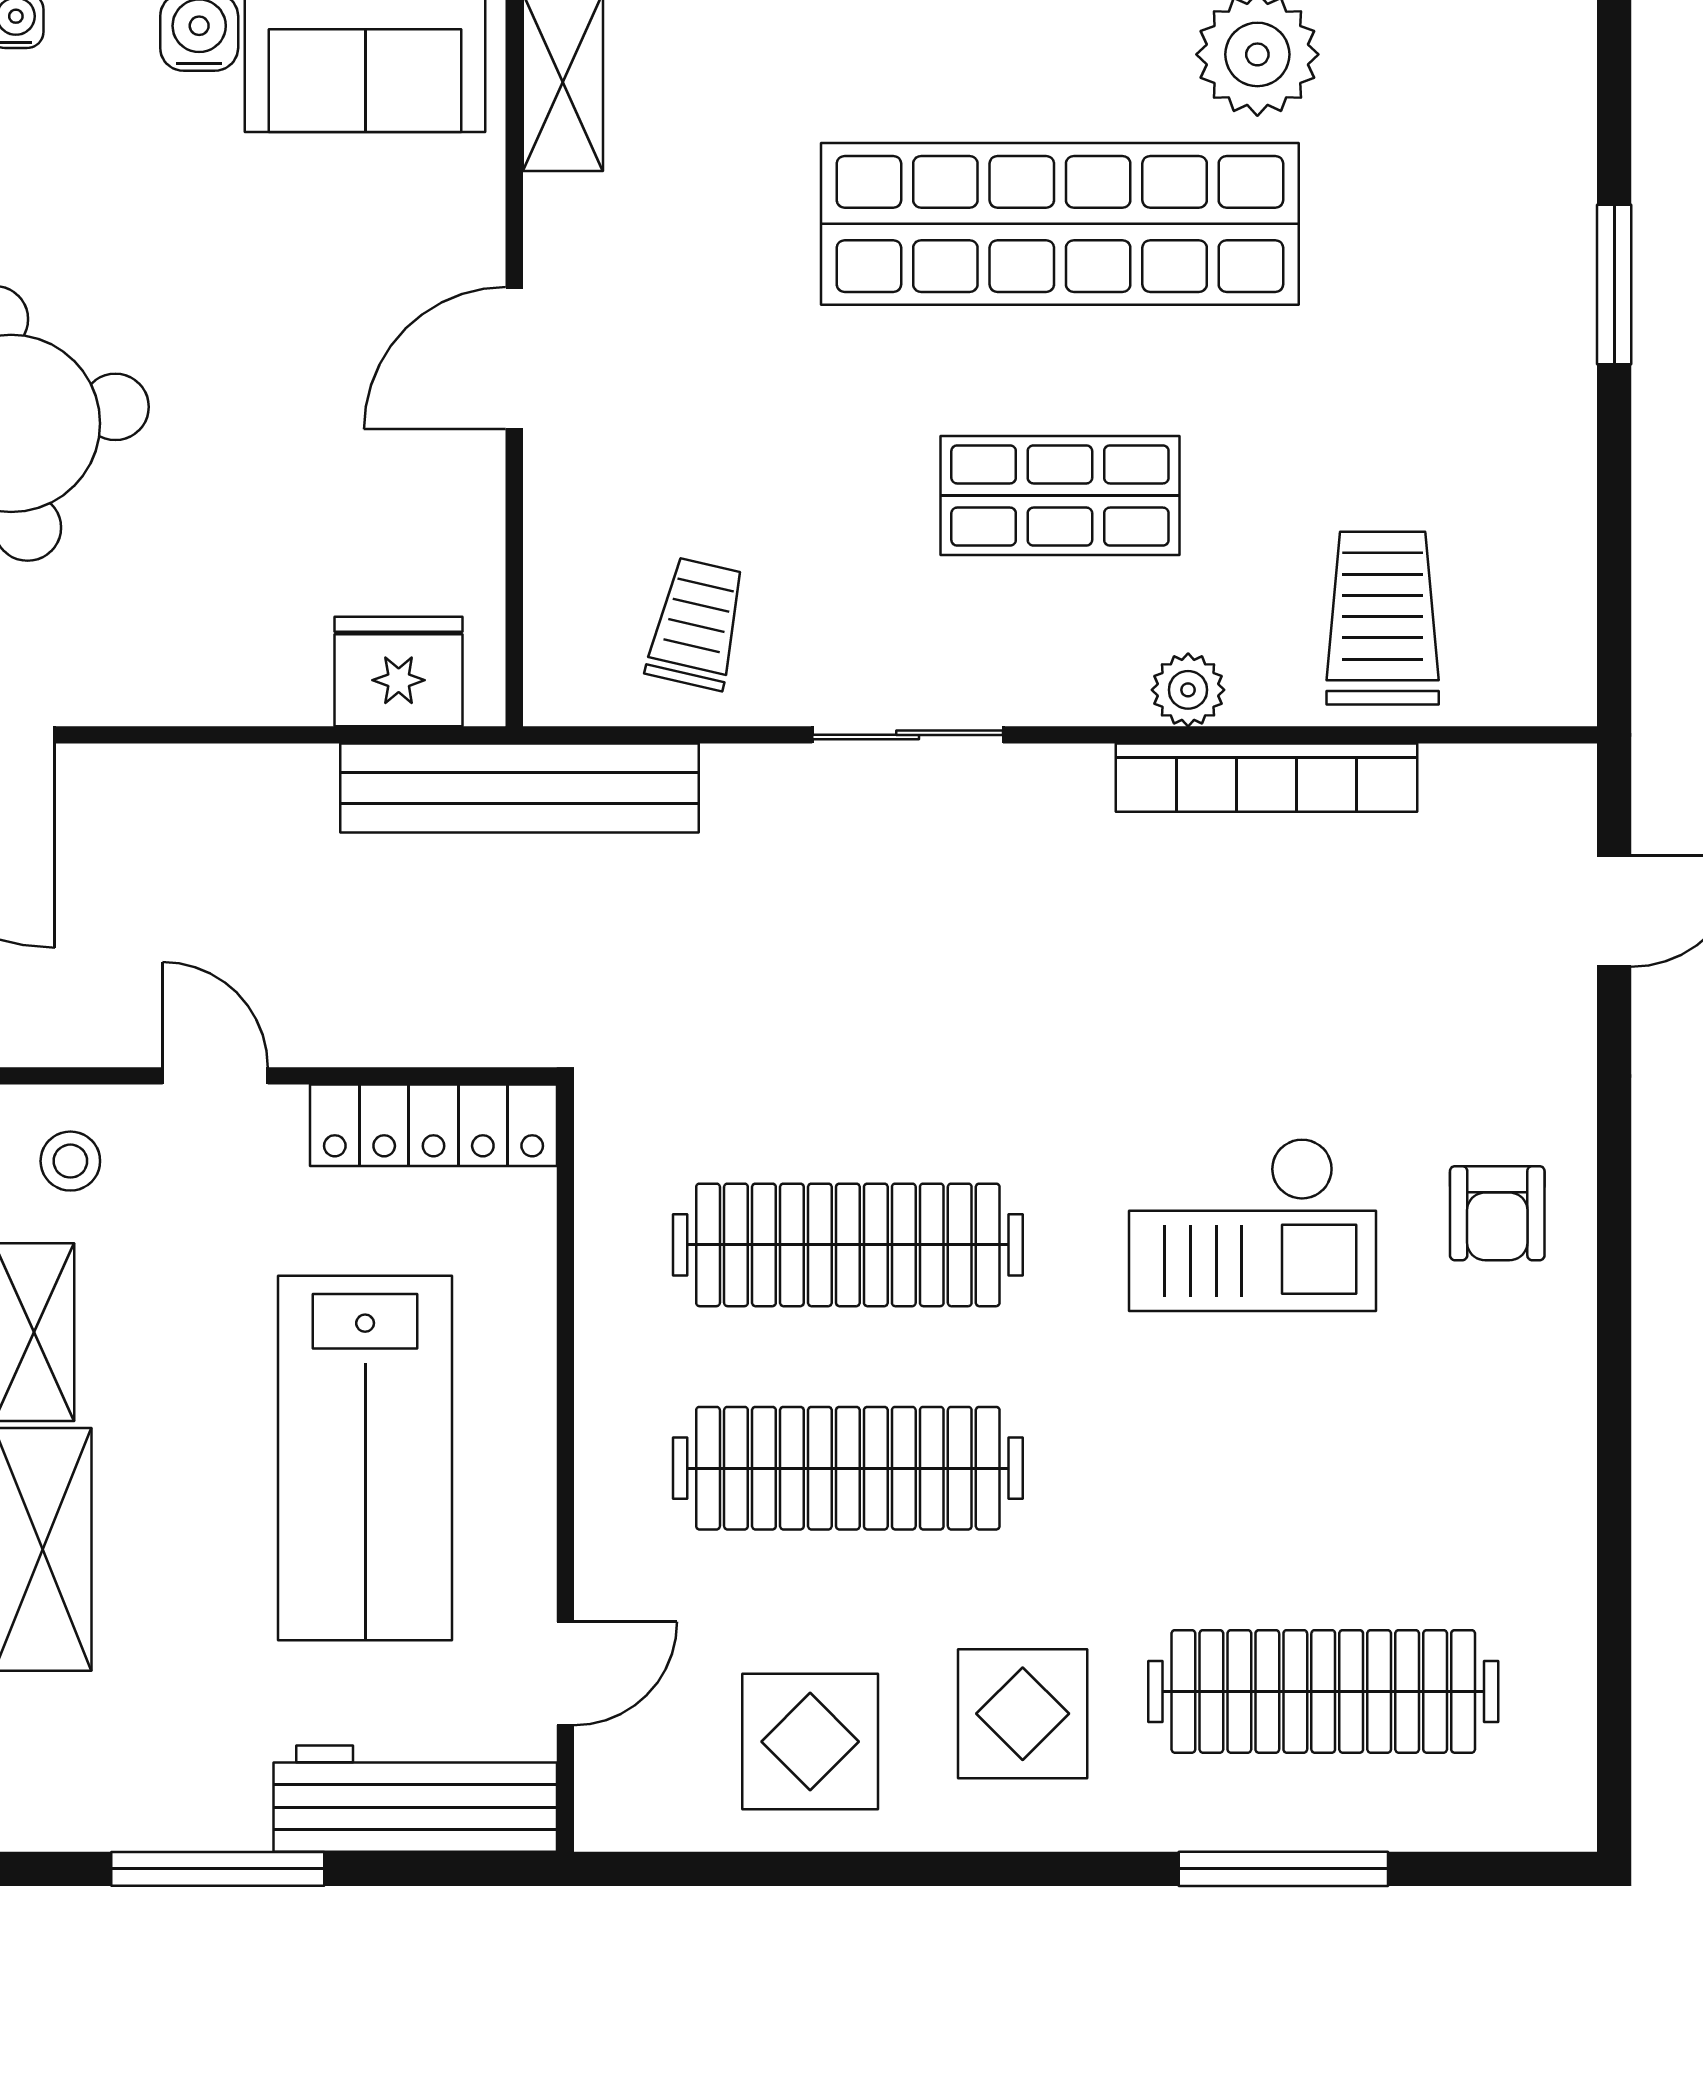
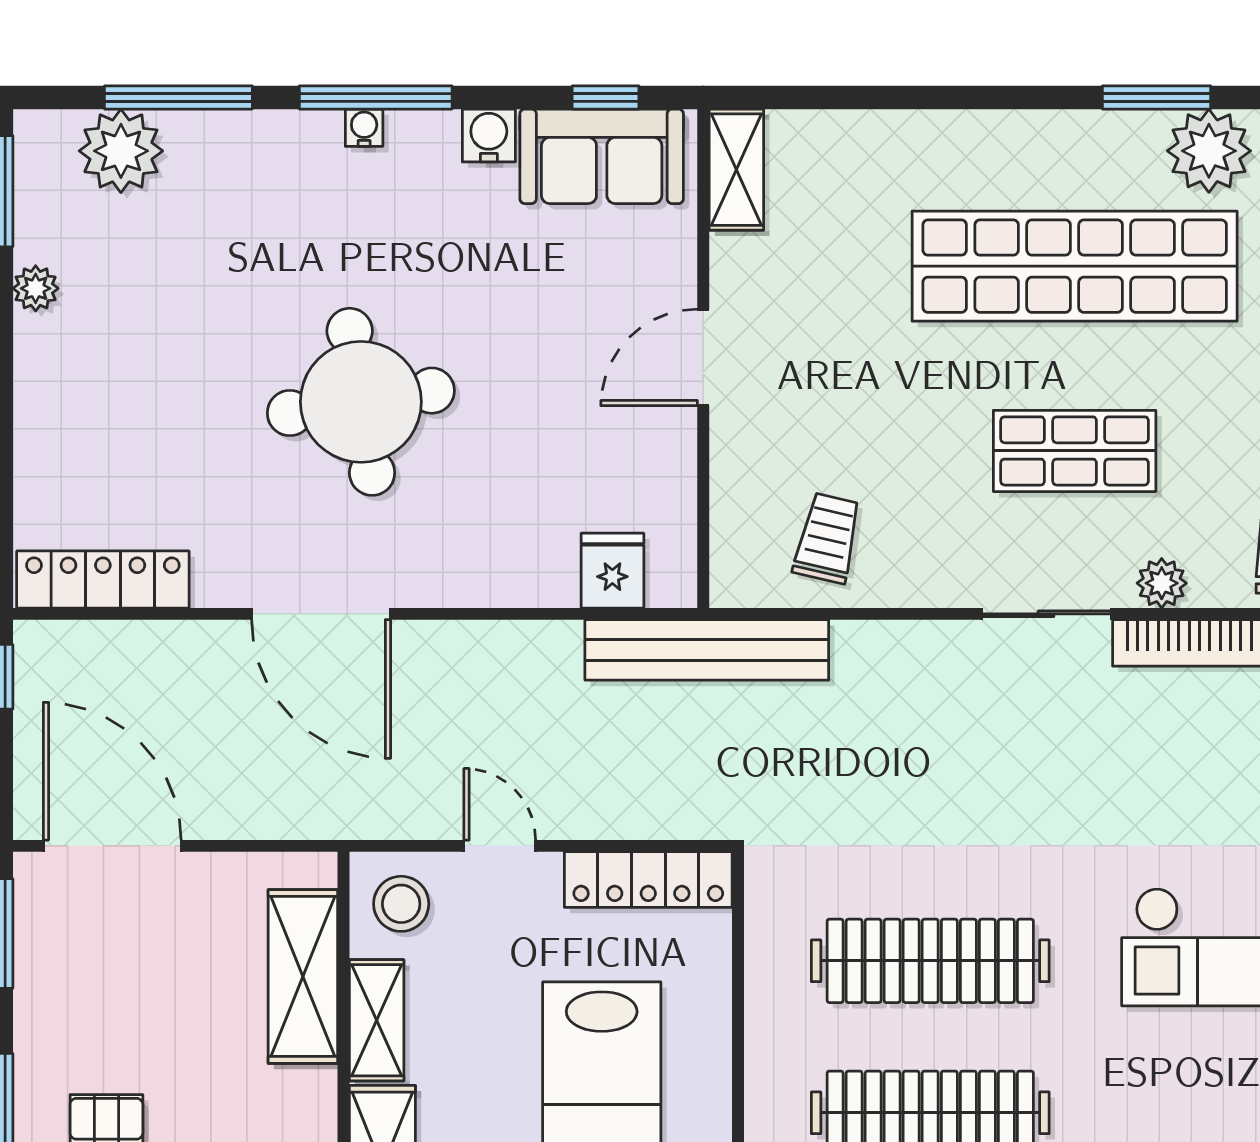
fridge: (399, 671) -> (612, 571), width x0.72
sliding door: (908, 735) -> (1046, 614), moved
stool: (70, 1161) -> (401, 904), width x1.37, depth x1.37

